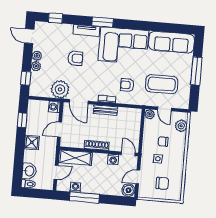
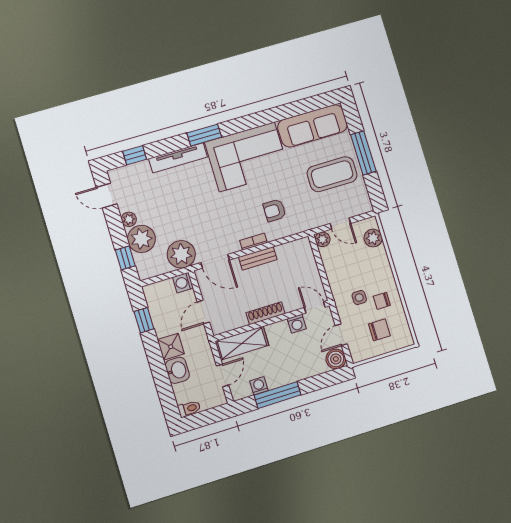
tv unit: (86, 30) -> (178, 158), width x1.41
armchair: (75, 58) -> (186, 201), removed
plant: (36, 66) -> (141, 239), width x1.87, depth x1.87
coffee table: (162, 84) -> (332, 174), moved
chair: (163, 142) -> (382, 301), moved
washbasin: (29, 171) -> (177, 370), moved

